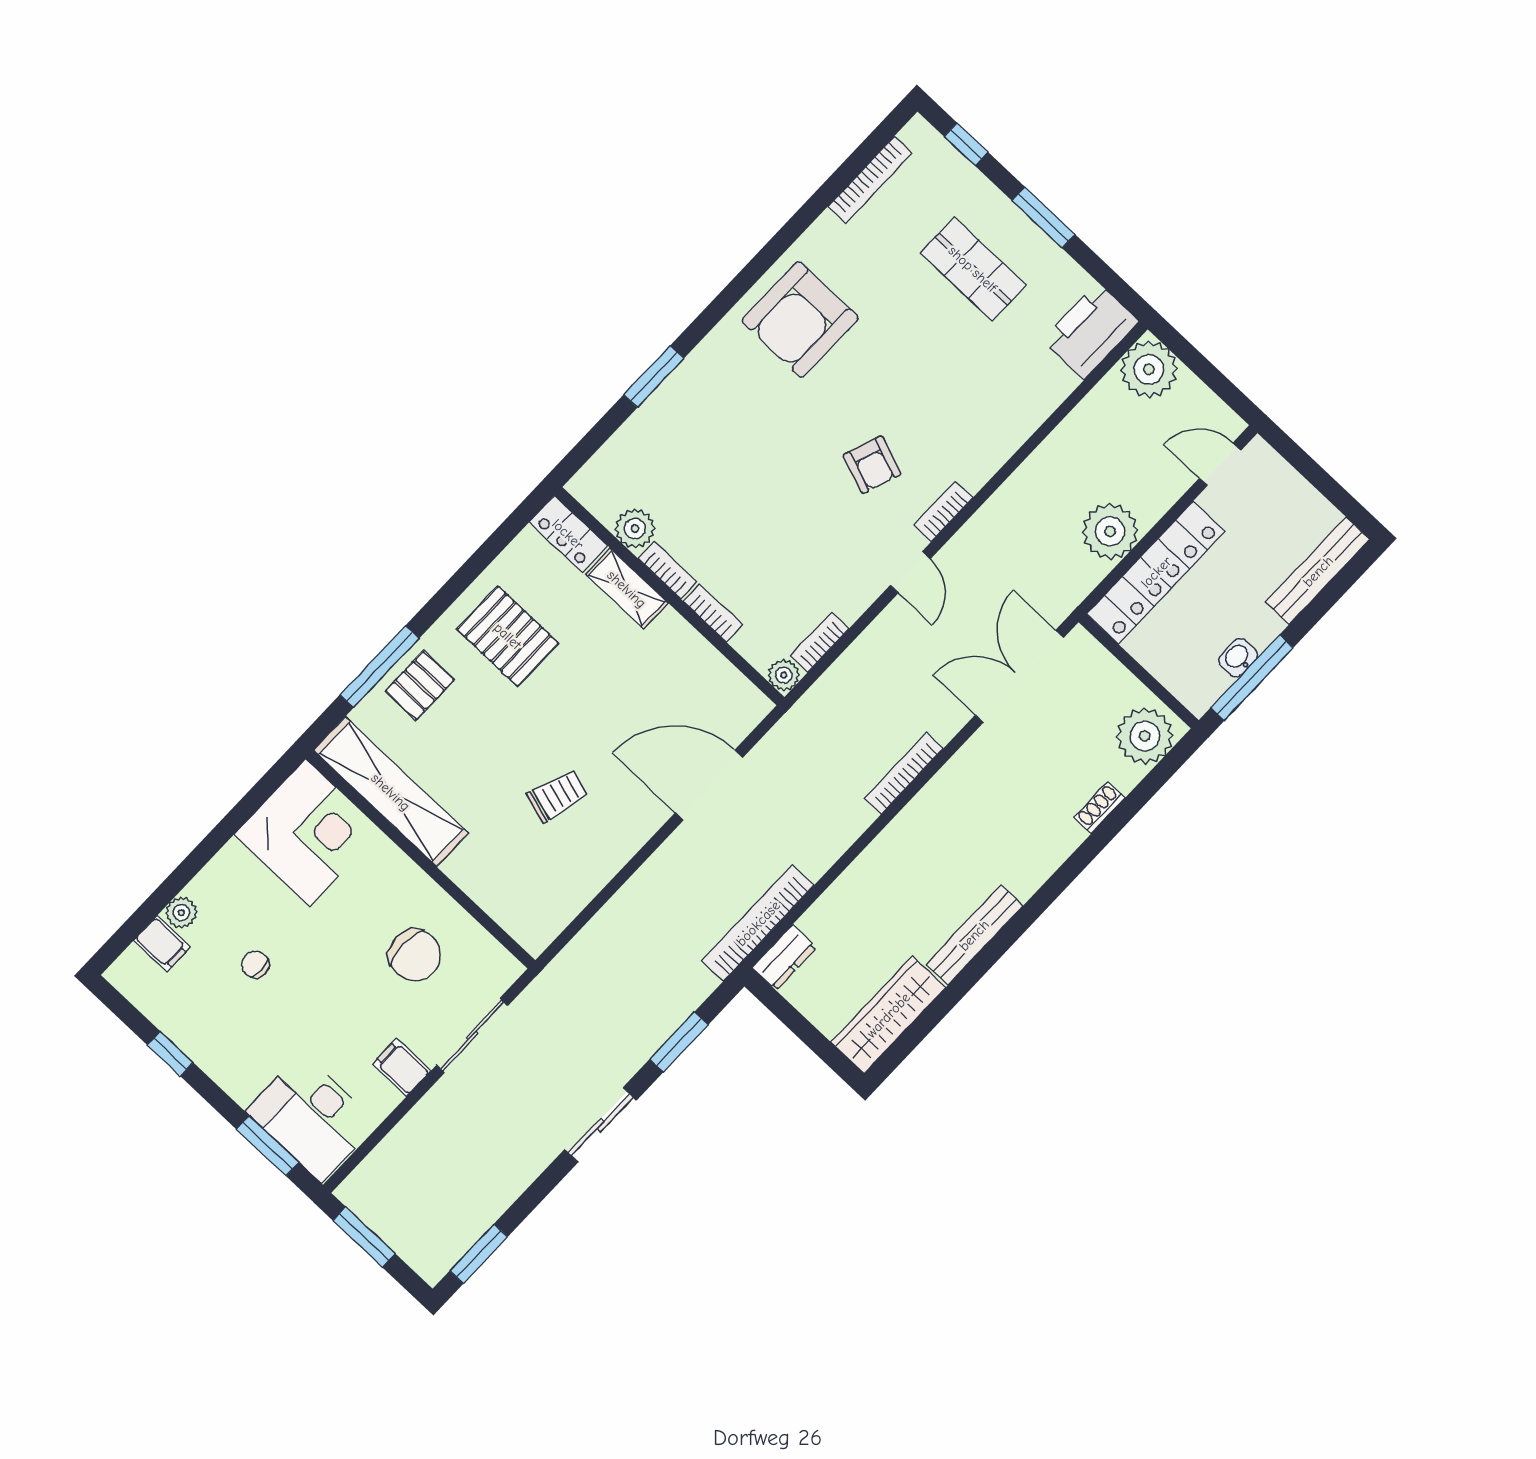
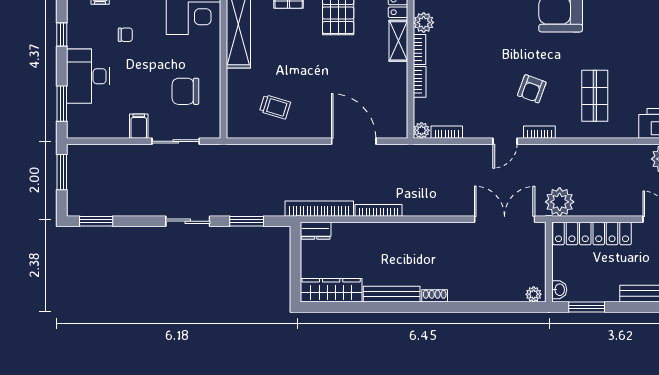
shop shelf: (973, 269) -> (595, 96), moved
plant: (1110, 531) -> (560, 202), moved
washbasin: (1238, 658) -> (559, 290), moved, turned 90
window: (1252, 678) -> (587, 307), width x0.69
plant: (1145, 736) -> (534, 294), width x0.53, depth x0.53
bookcase: (904, 774) -> (378, 210), moved
trolley: (557, 796) -> (275, 107), moved
shoe rack: (1100, 808) -> (435, 296), moved
chair: (415, 955) -> (185, 91), turned 90
chair: (255, 965) -> (125, 35), turned 90
desk: (311, 1117) -> (88, 76), moved

